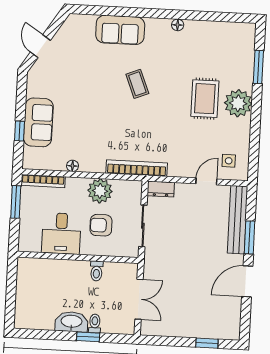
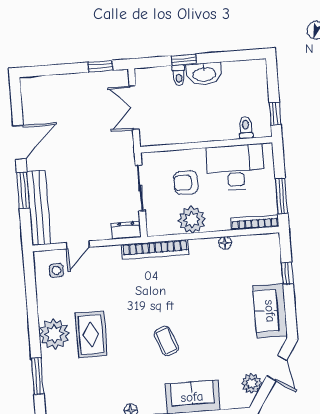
plant: (65, 35) -> (252, 383), added
sofa: (38, 122) -> (270, 311), moved
armchair: (101, 225) -> (186, 183), turned 180
desk: (61, 233) -> (235, 168), width x1.37
toilet: (97, 271) -> (246, 128), moved
window: (12, 277) -> (275, 114), added
window: (207, 343) -> (100, 66), moved

